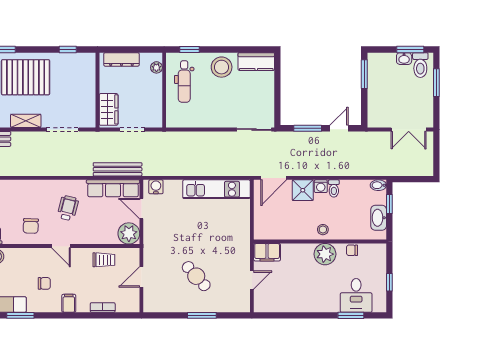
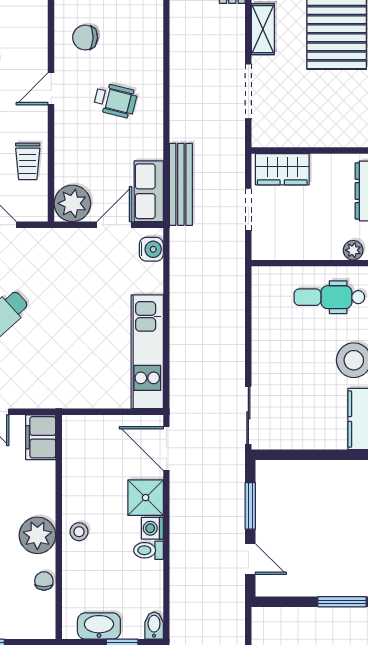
row of seats: (113, 188) -> (149, 191), width x0.68

